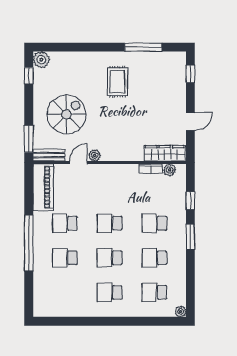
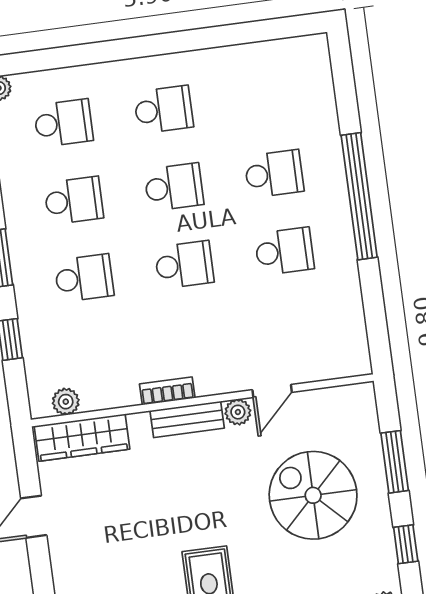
window: (29, 76) -> (406, 544), moved
spiral stairs: (67, 114) -> (313, 495), turned 90
window: (29, 139) -> (395, 462), moved
bench: (49, 155) -> (187, 419), moved
bookcase: (151, 169) -> (167, 391), moved
piano: (43, 187) -> (343, 325), removed

